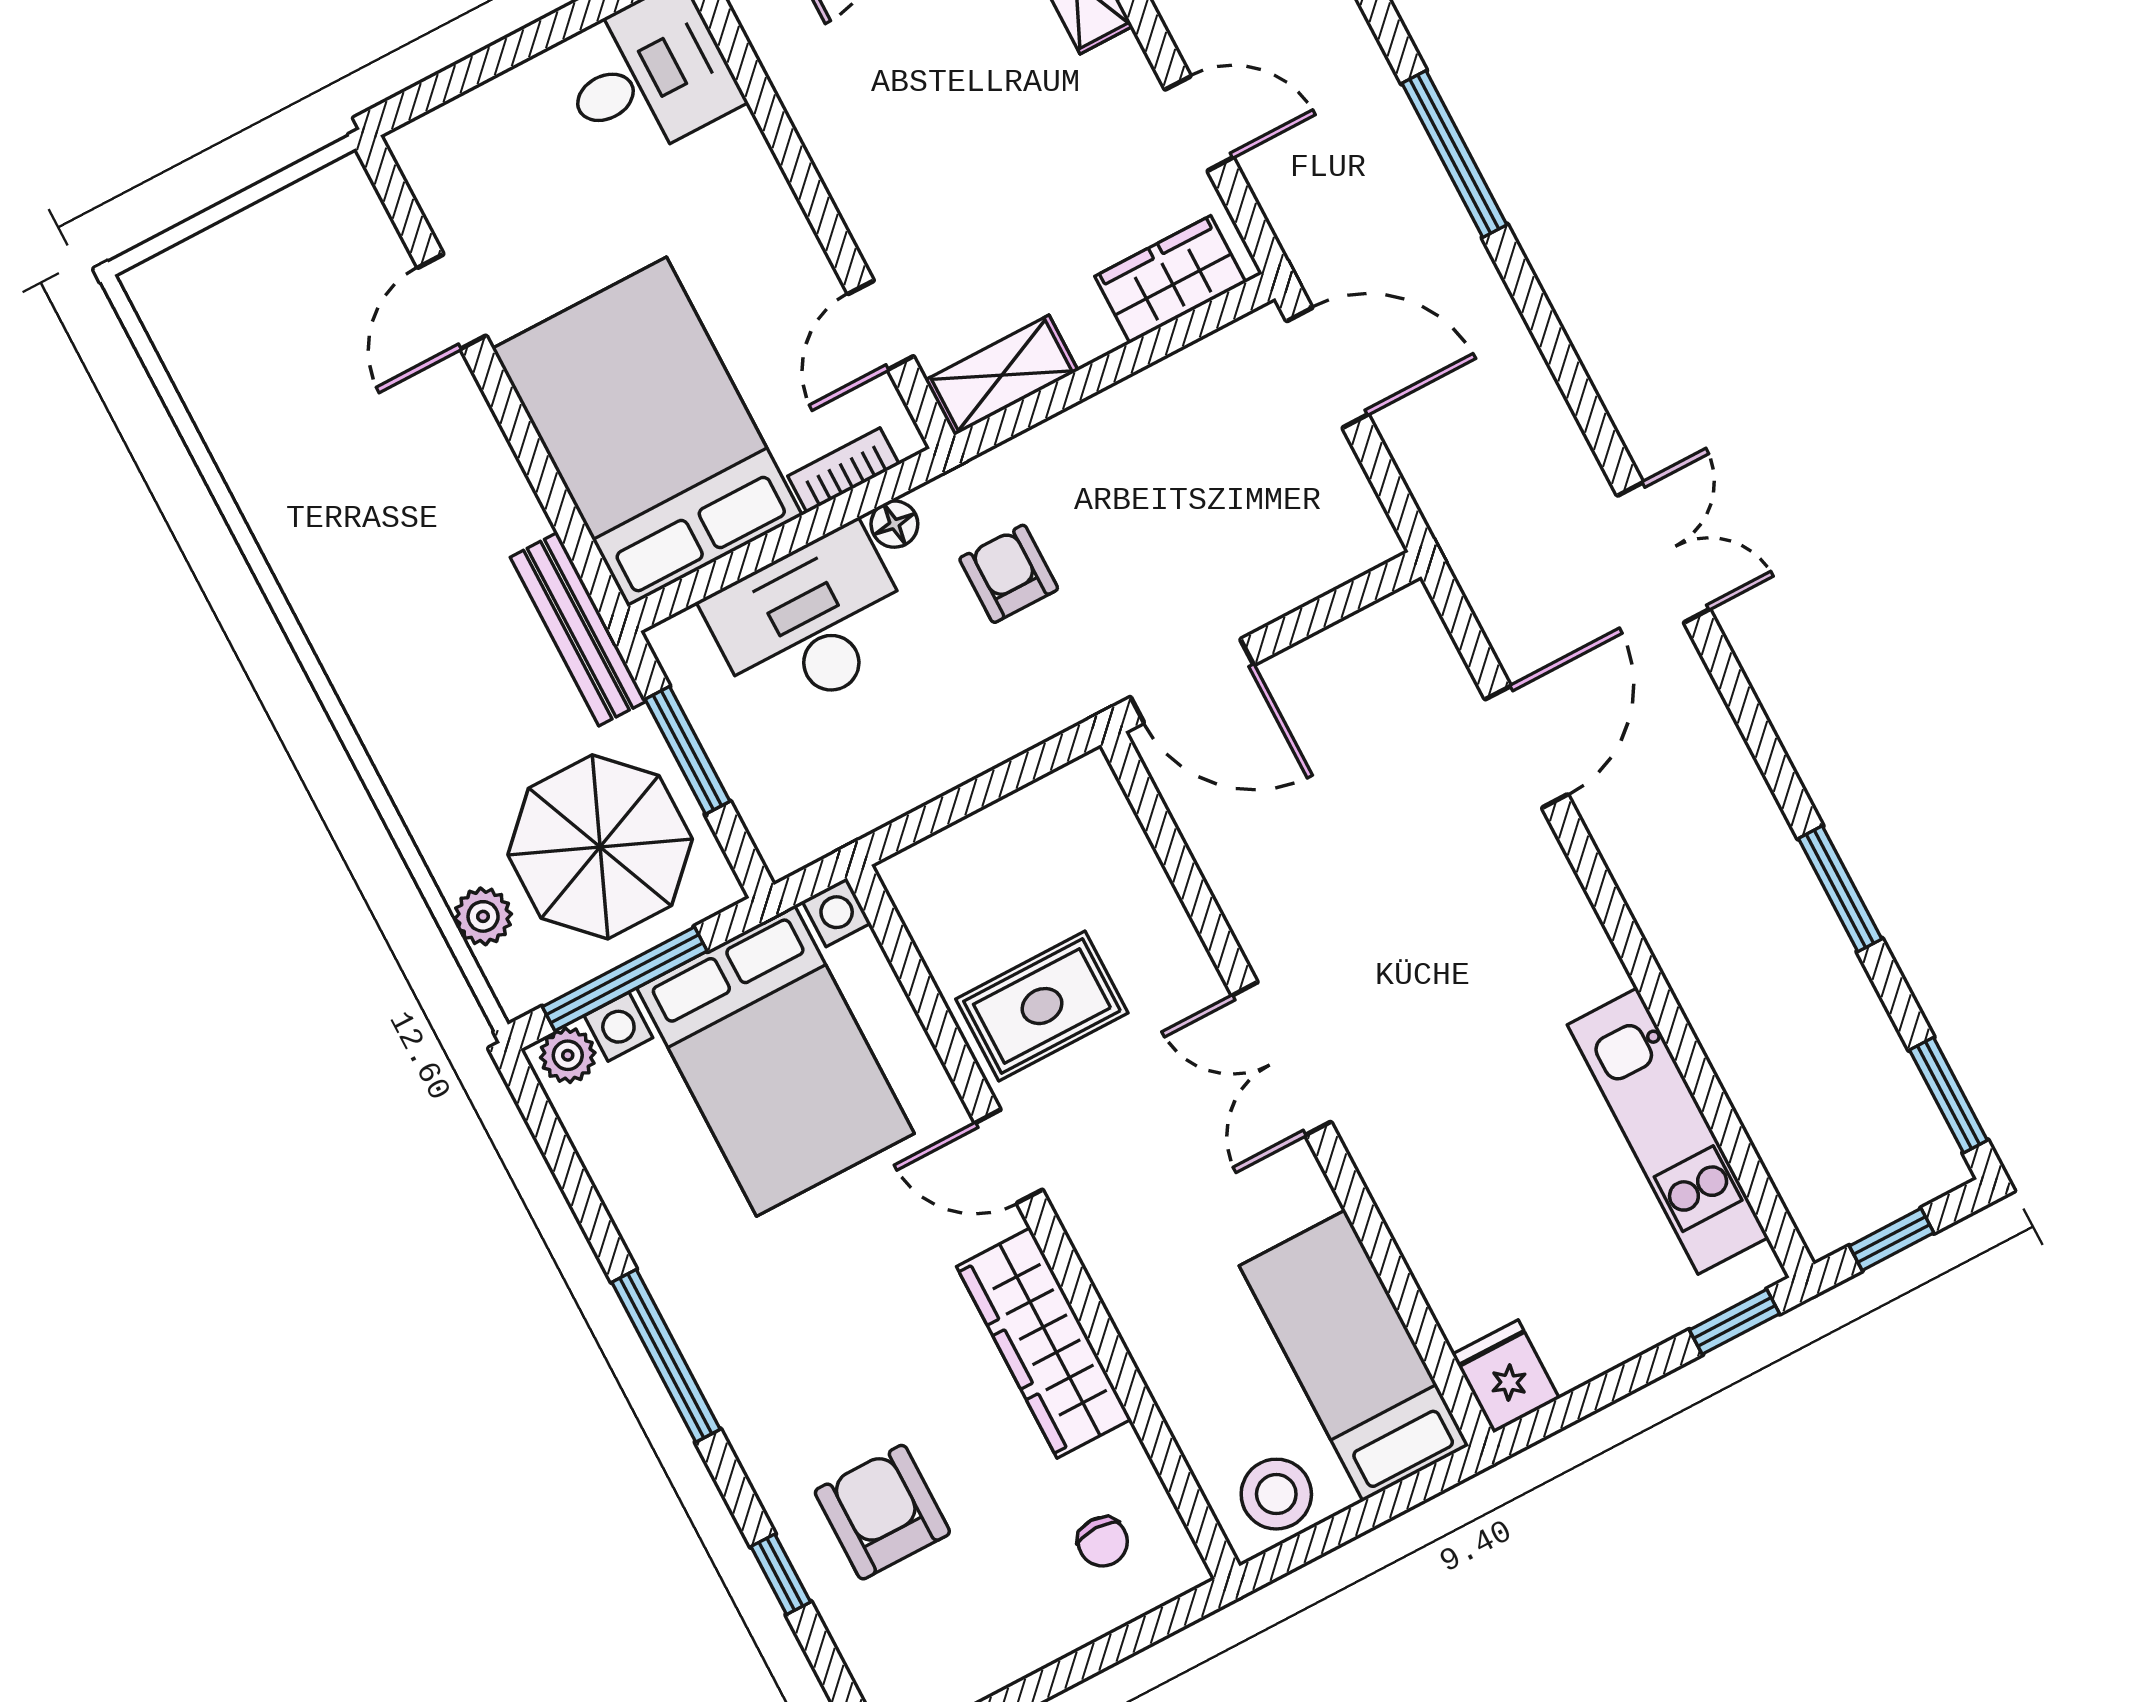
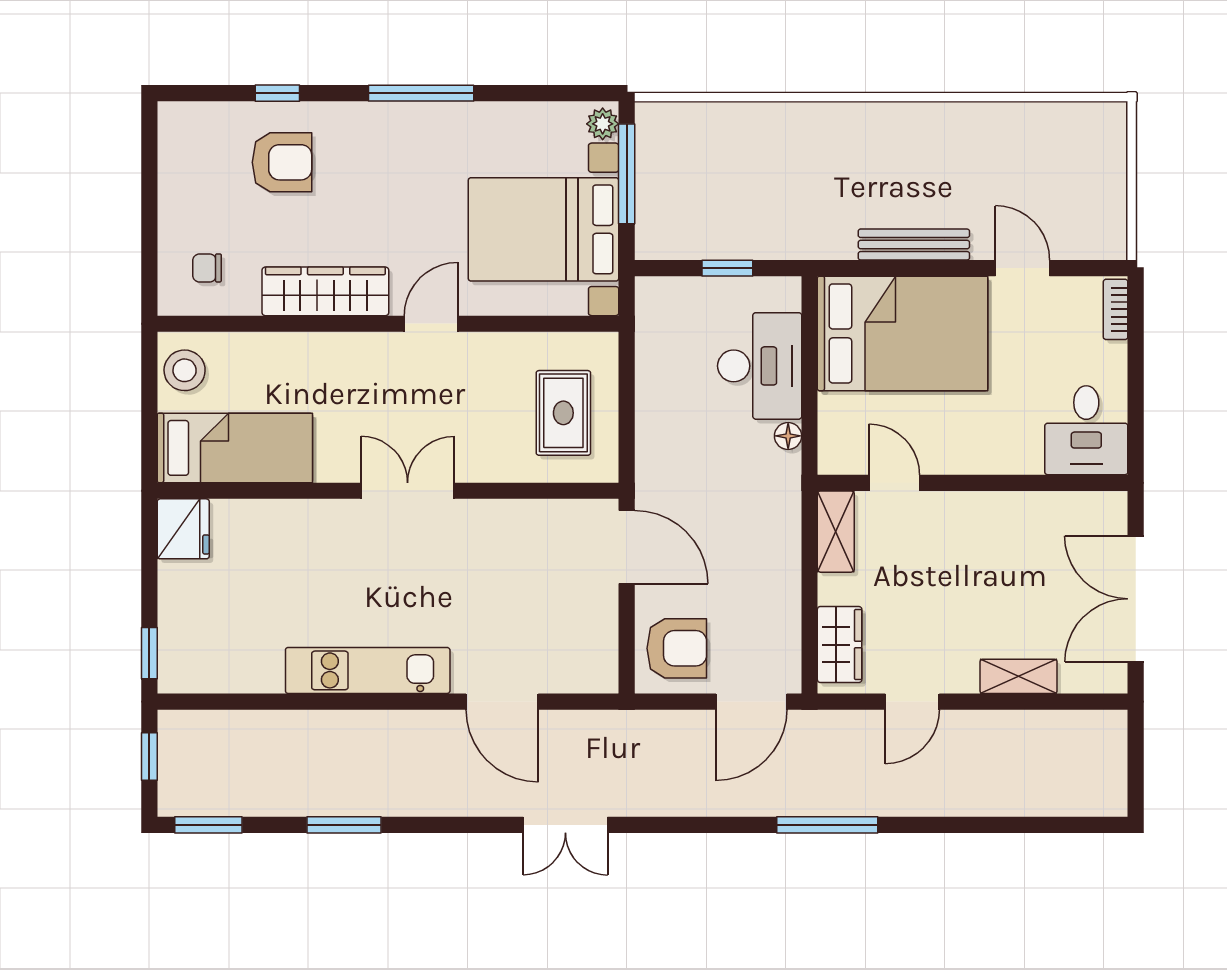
bookcase: (844, 470) -> (1116, 309), moved, turned 180
armchair: (1009, 574) -> (677, 648), moved, width x1.38, depth x1.38
bench: (578, 629) -> (914, 245), moved
door: (1192, 681) -> (627, 547), swing flipped
window: (687, 750) -> (727, 268), width x0.67
parasol: (600, 847) -> (701, 197), removed
plant: (483, 916) -> (697, 118), removed
rug: (1042, 1006) -> (563, 413), moved
kitchen unit: (1668, 1131) -> (368, 670), moved
fridge: (1506, 1376) -> (183, 529), width x1.38

